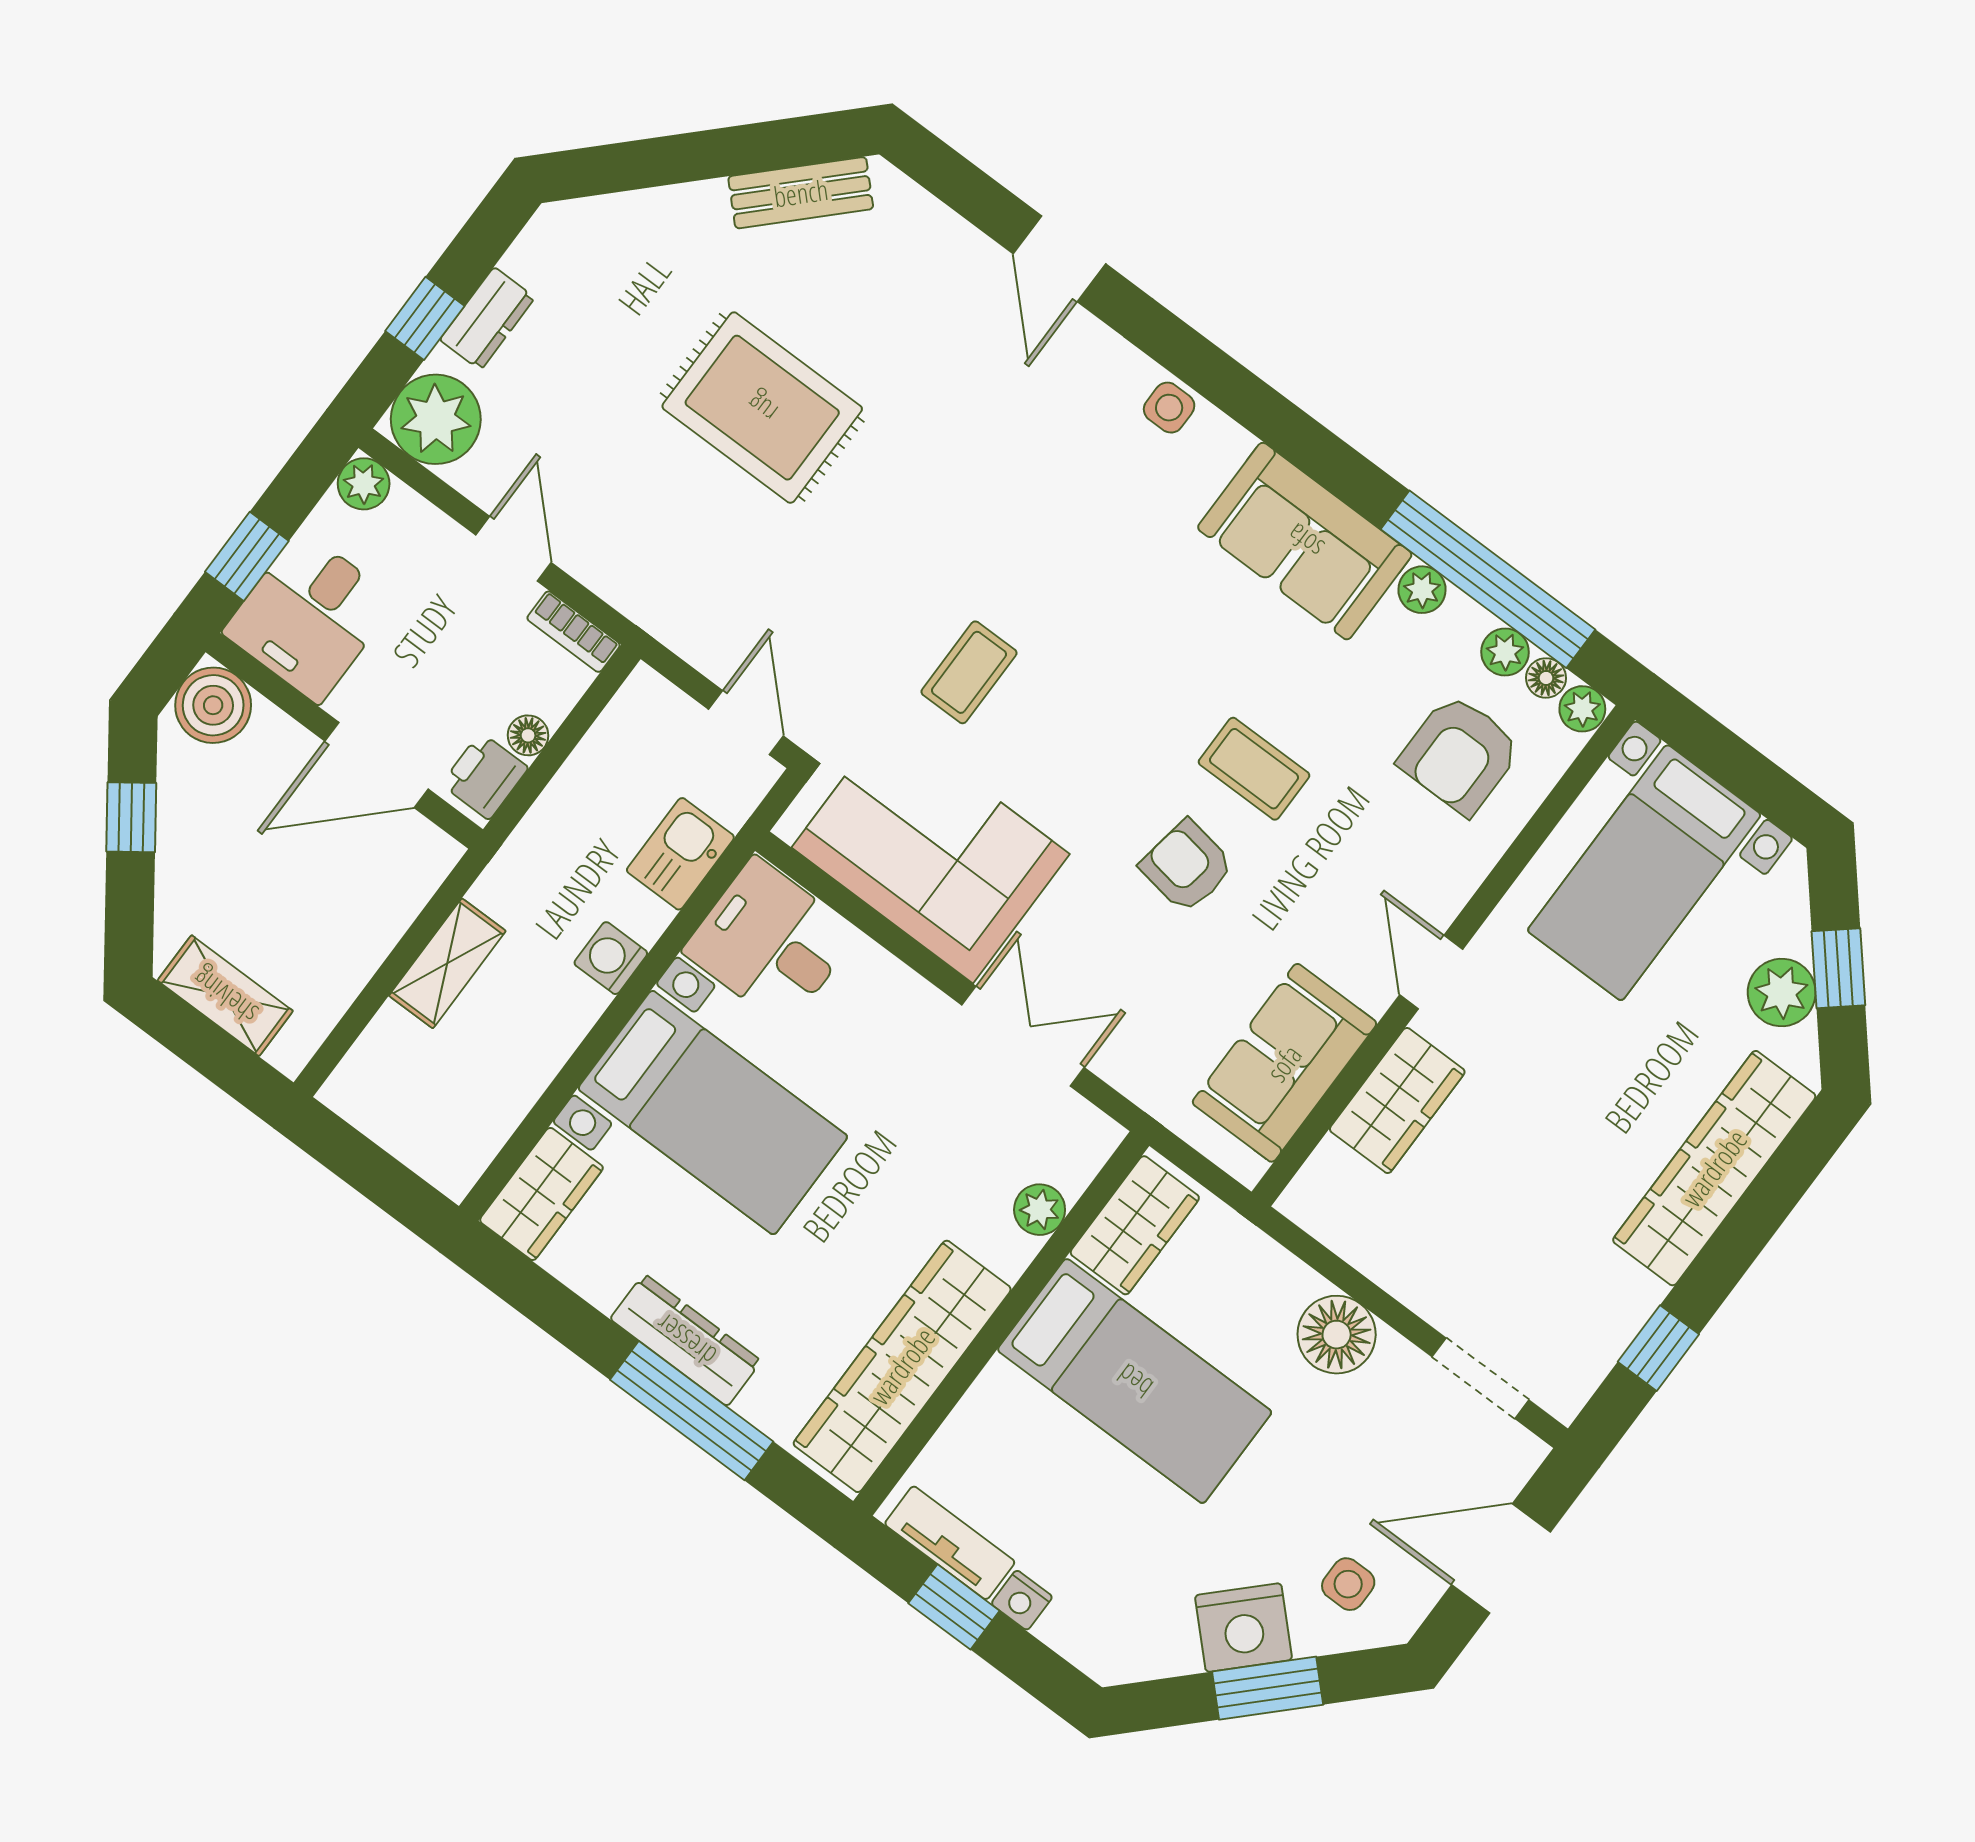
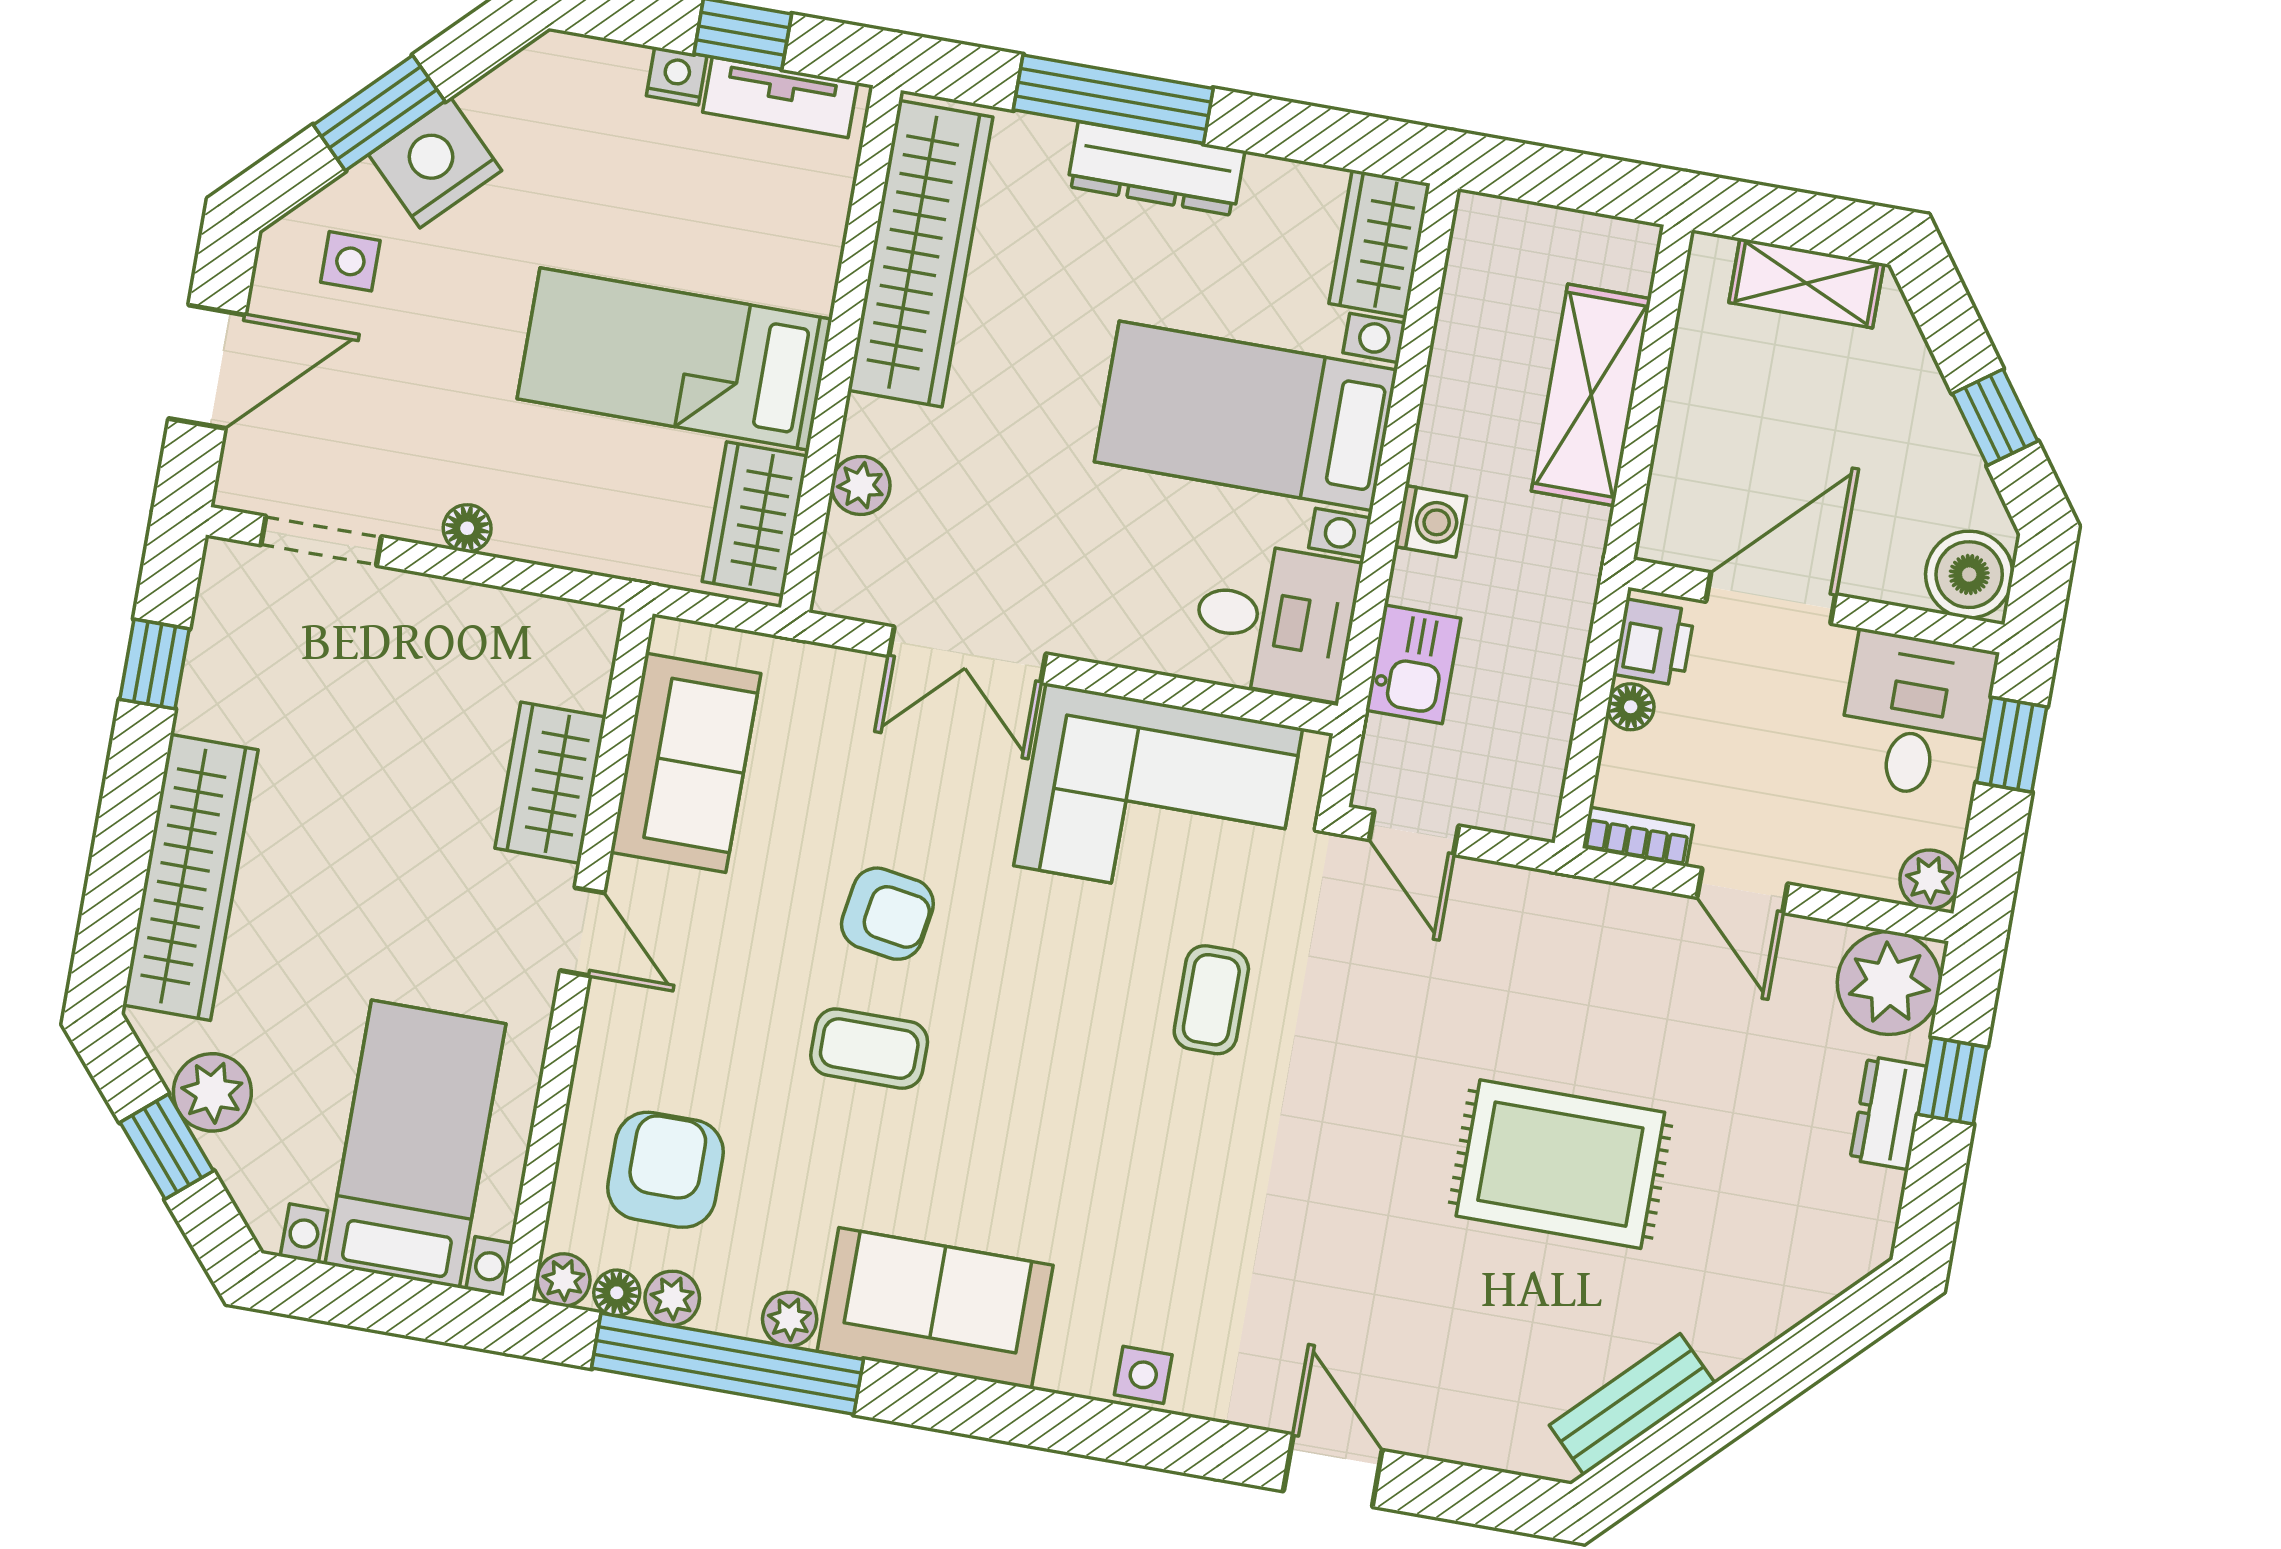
shelving: (447, 963) -> (1591, 395), width x1.50, depth x1.33
floor lamp: (1337, 1335) -> (467, 528), width x0.53, depth x0.53

